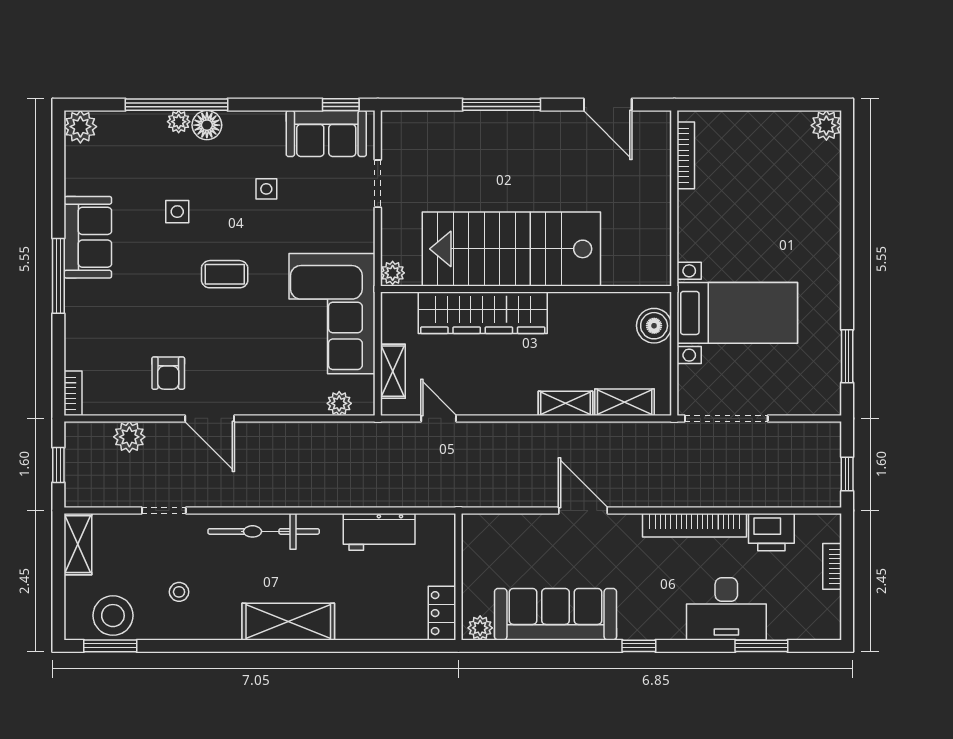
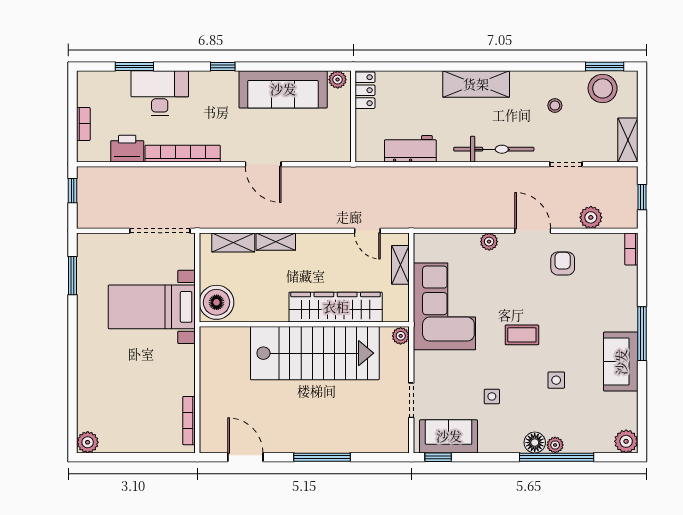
boiler: (654, 326) -> (217, 302), width x1.37, depth x1.37
plant: (339, 403) -> (489, 242), moved

